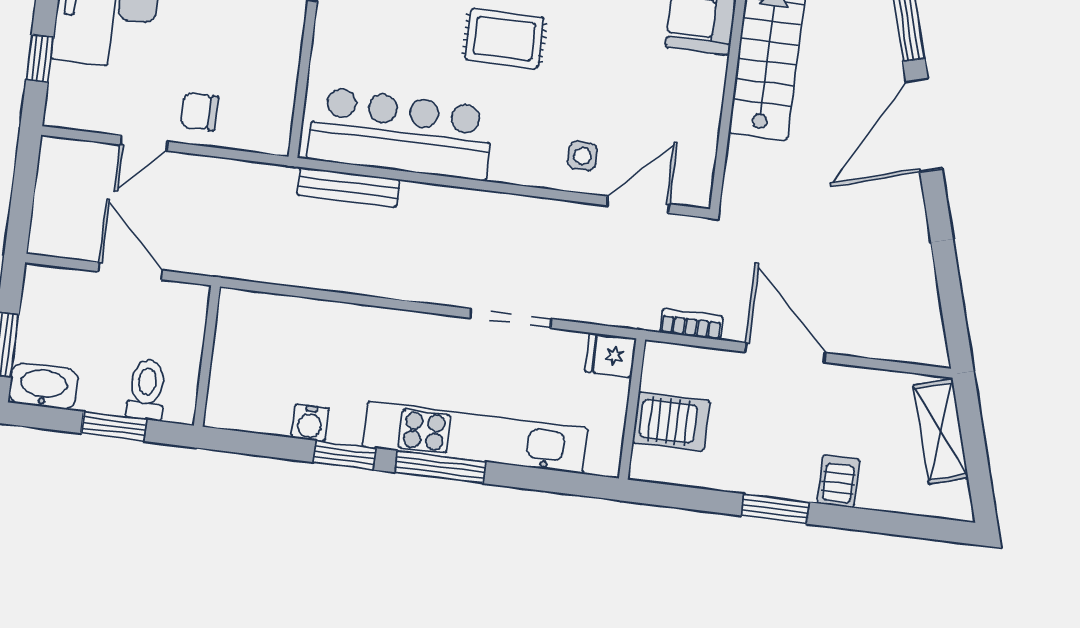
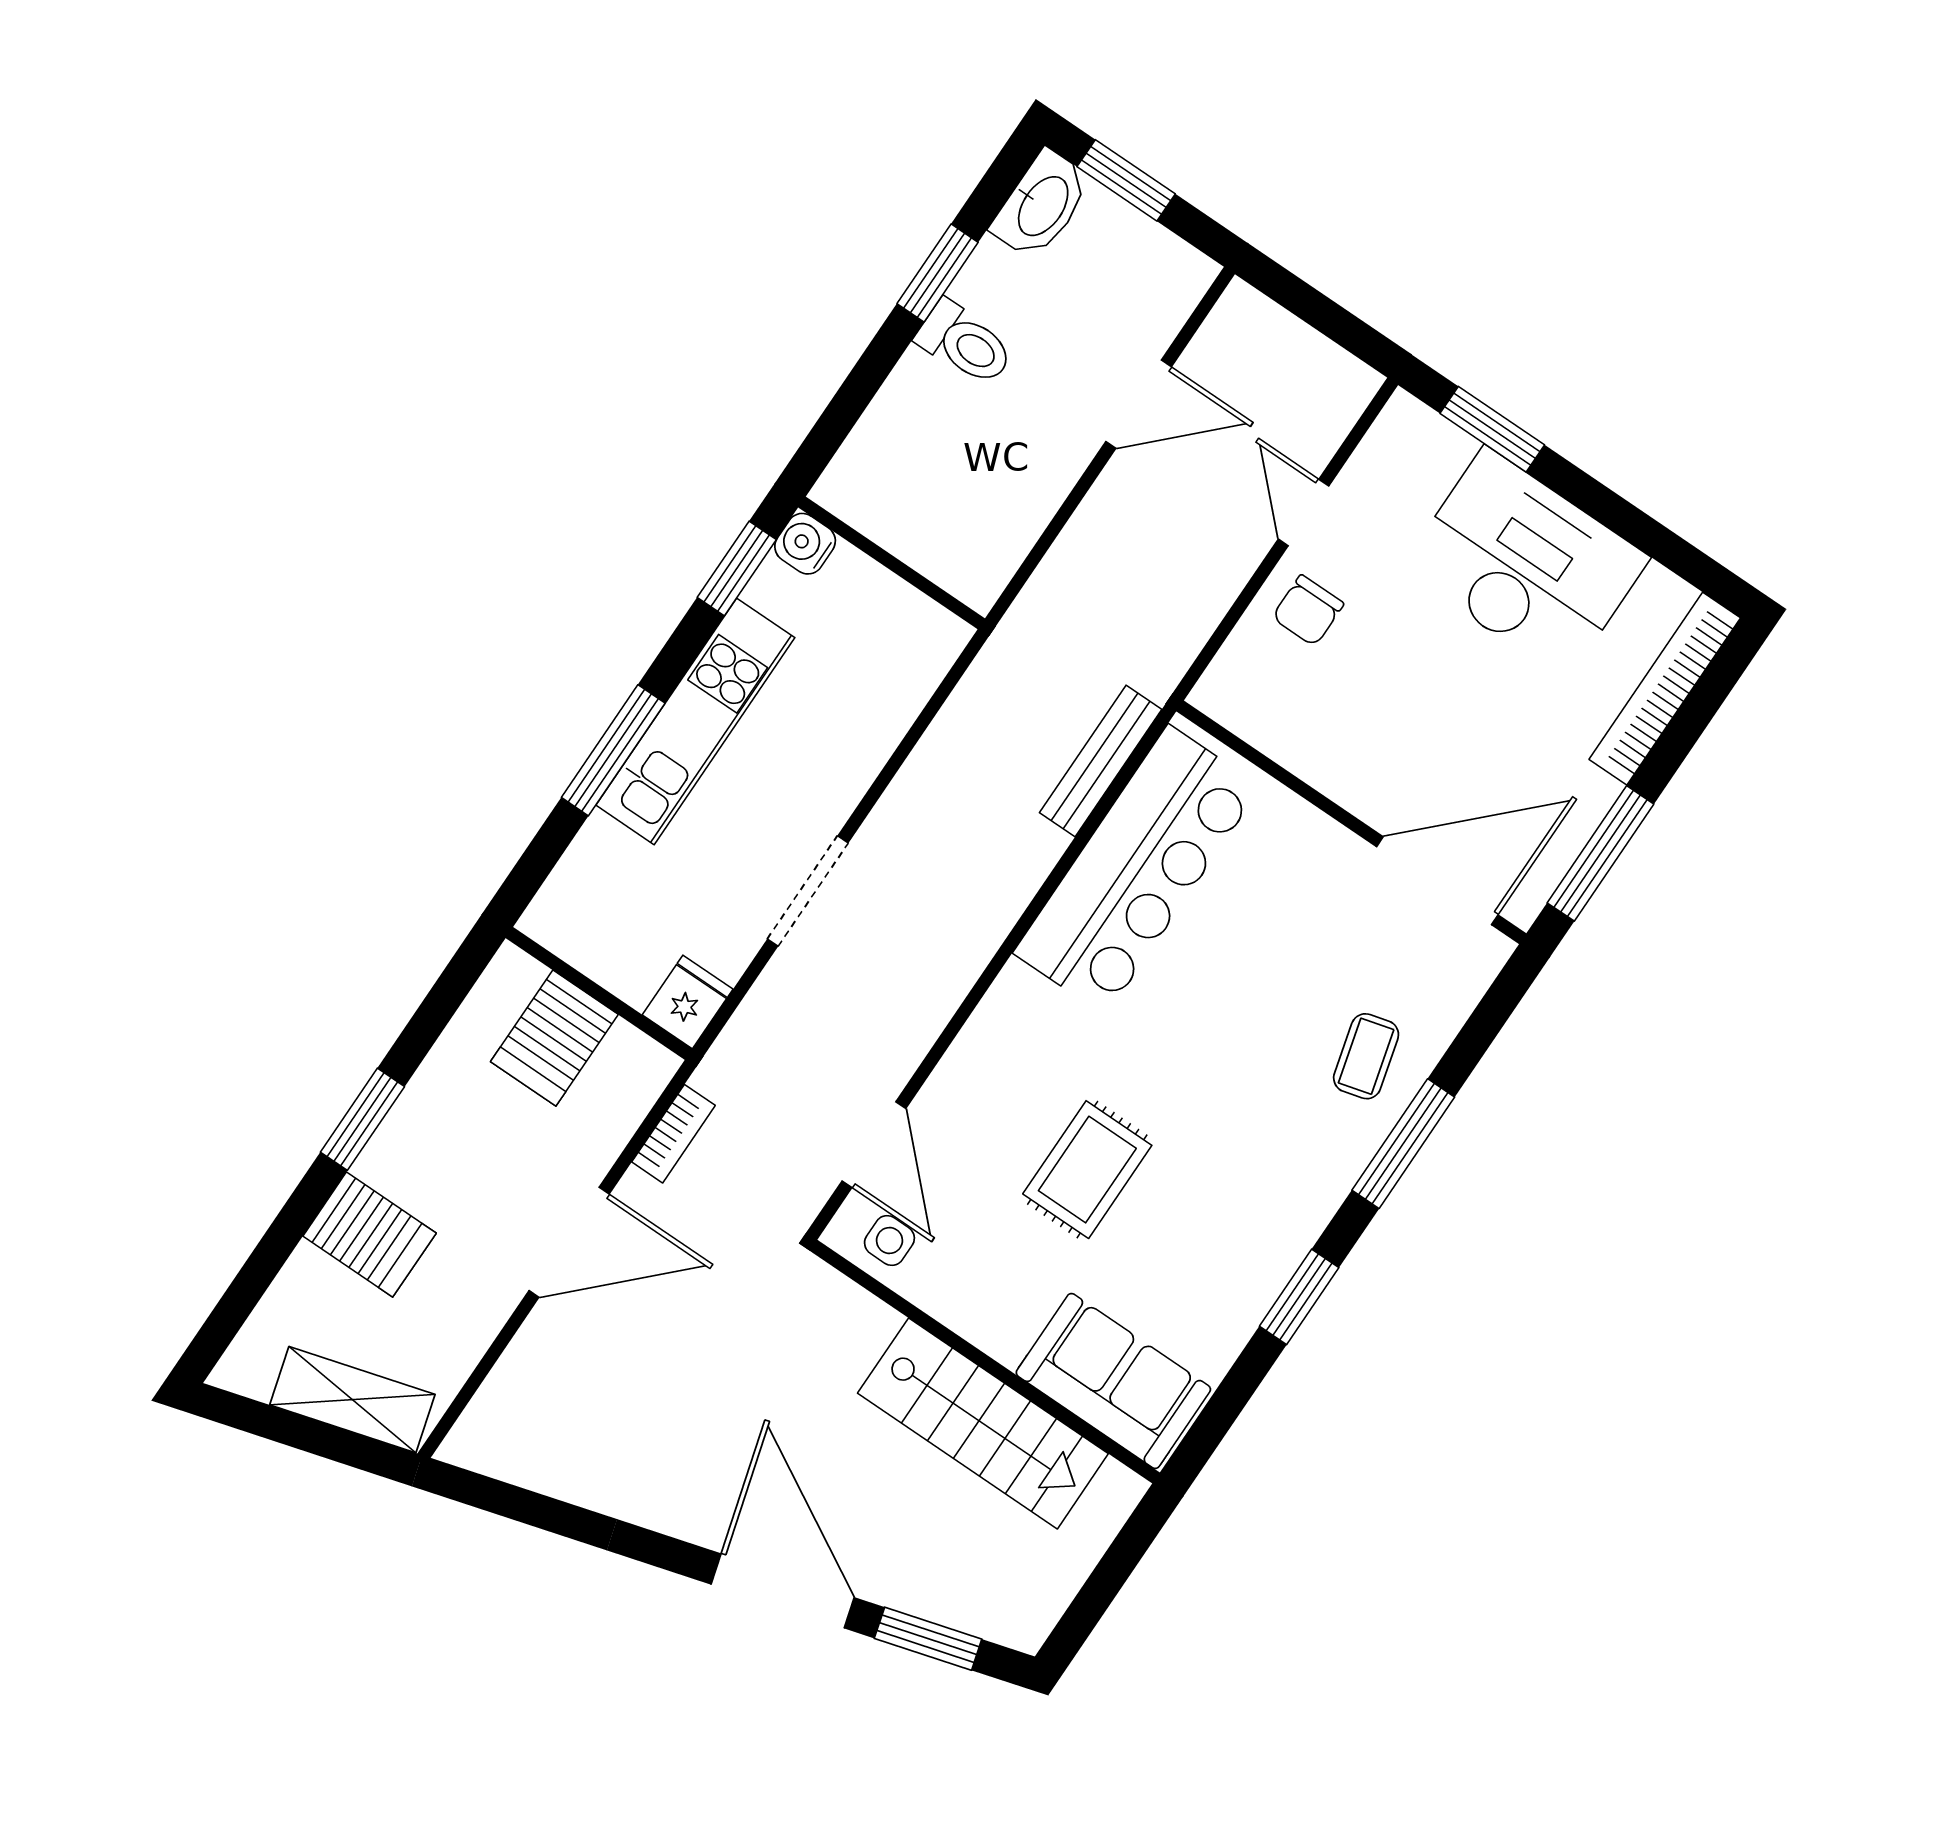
rug: (504, 39) -> (1087, 1170), moved
window: (40, 58) -> (1492, 429), width x1.50
chair: (200, 112) -> (1308, 610), turned 180
side table: (582, 156) -> (889, 1241), moved
wall: (207, 356) -> (892, 563), moved
kitchen unit: (475, 437) -> (695, 721), width x0.73
window: (440, 467) -> (613, 750), moved
server rack: (839, 481) -> (370, 1235), width x1.36, depth x1.44

